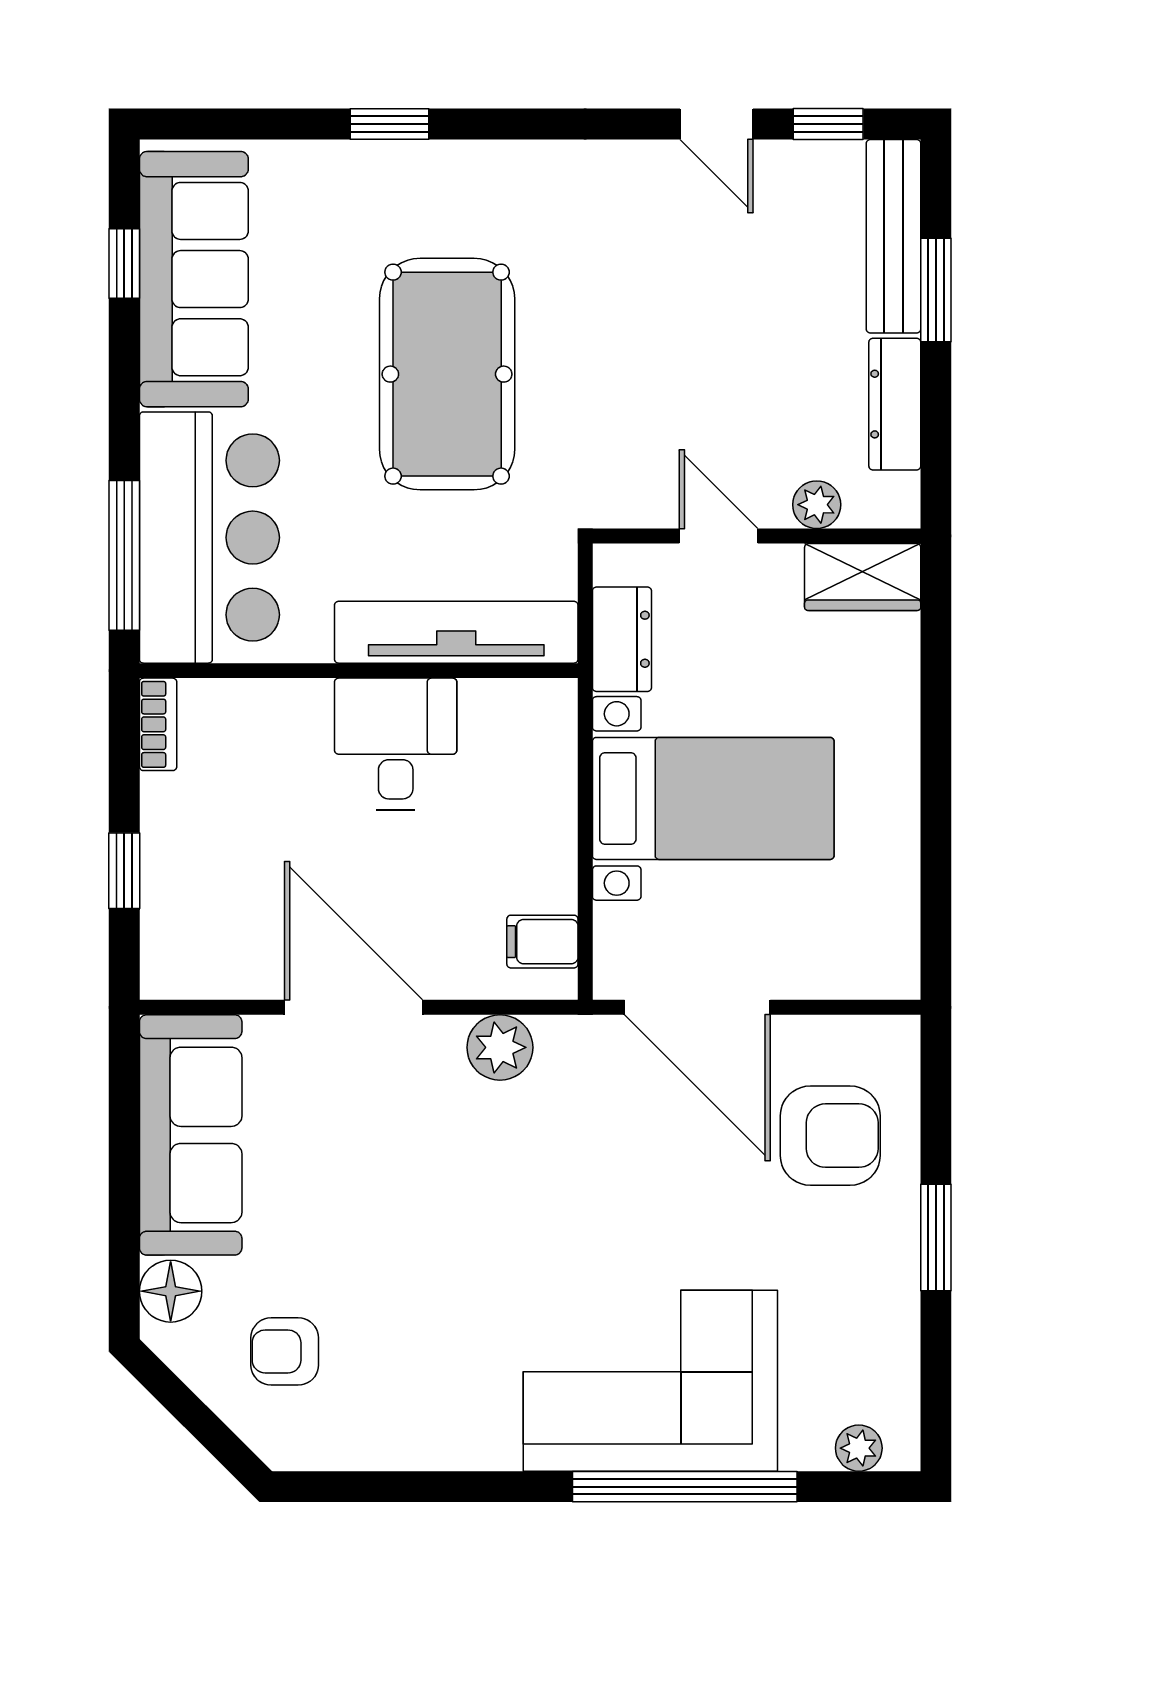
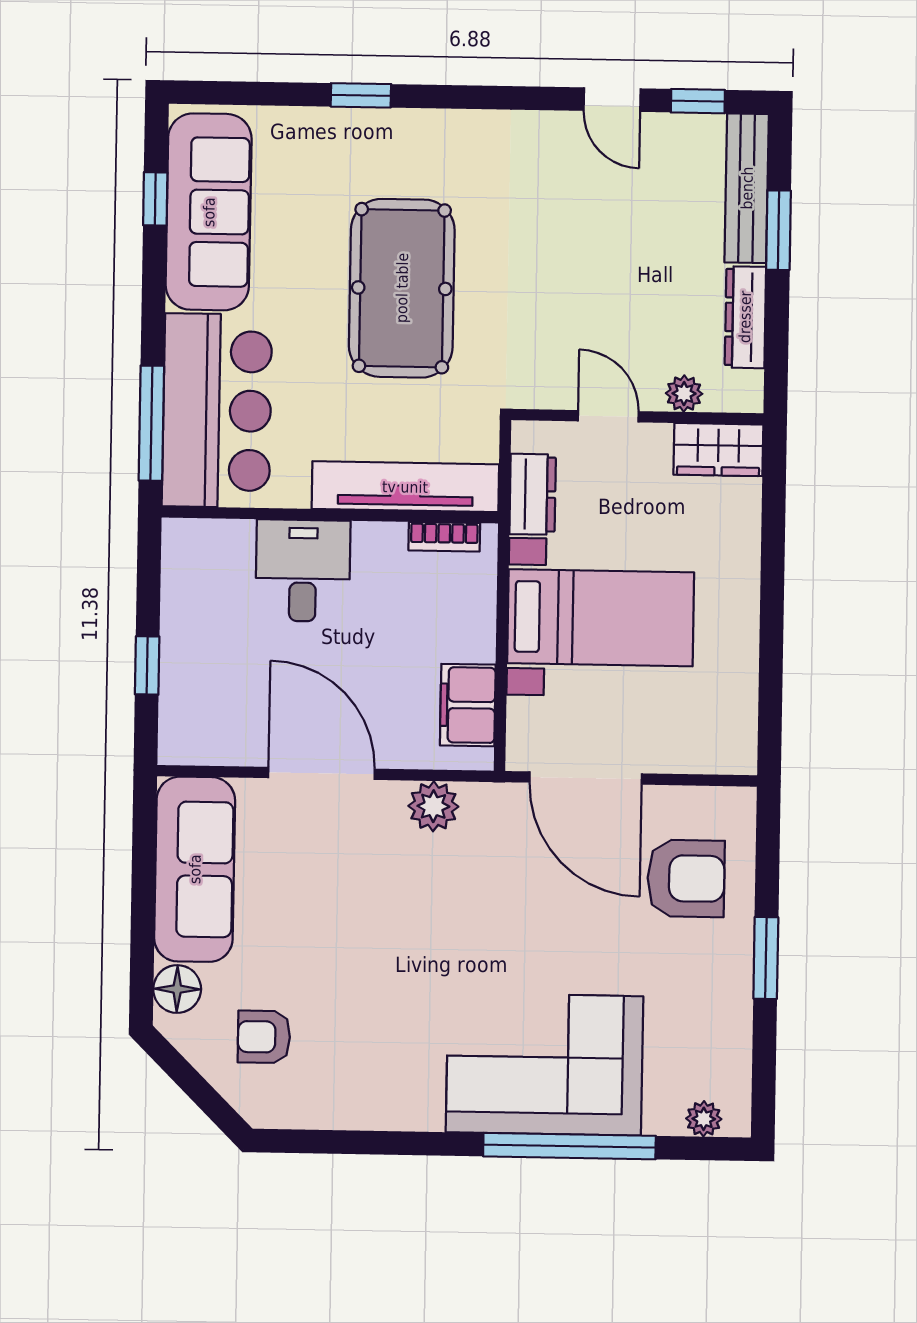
bookcase: (158, 724) -> (444, 537), moved, turned 90
desk: (396, 744) -> (303, 571), moved
filing cabinet: (542, 942) -> (468, 705), width x2.00

